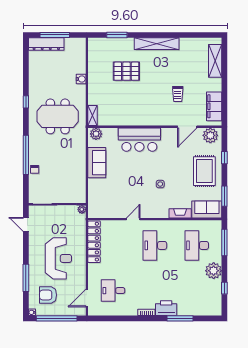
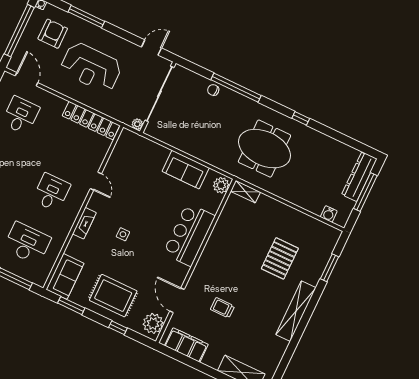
water cooler: (81, 79) -> (329, 214), moved
meeting table: (58, 116) -> (264, 149), turned 90
fireplace: (180, 213) -> (84, 223), moved
desk: (155, 245) -> (51, 192), width x0.73

